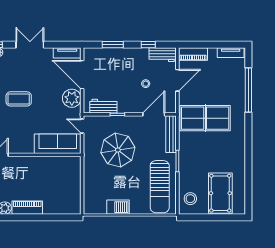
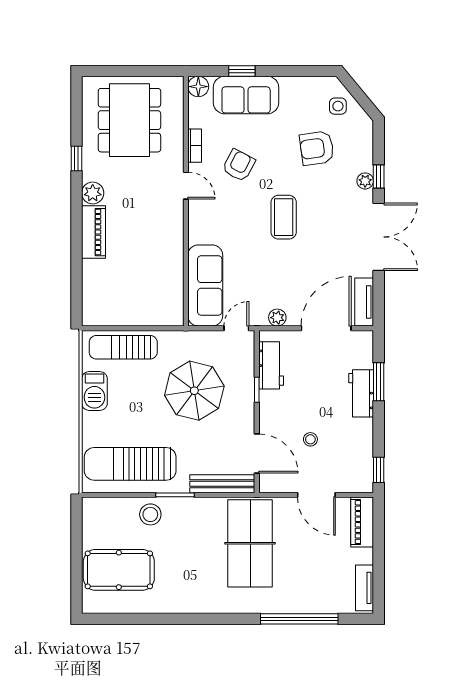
double door: (30, 45) -> (379, 237), width x1.37
window: (148, 45) -> (379, 470), moved
workbench: (163, 55) -> (361, 393), moved
plant: (72, 98) -> (277, 318), width x0.53, depth x0.53
sun lounger: (93, 191) -> (123, 347), added
stool: (190, 199) -> (150, 514), moved

